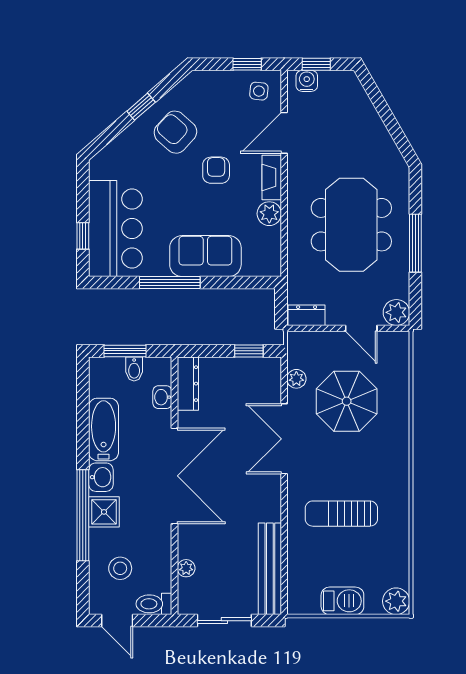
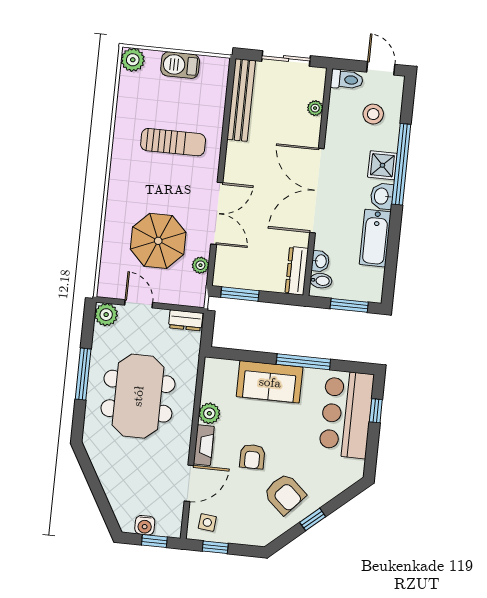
water cooler: (307, 81) -> (145, 525), moved
window: (249, 351) -> (240, 294), width x1.50
bidet: (134, 369) -> (321, 281), moved, turned 90

